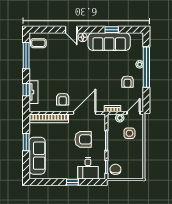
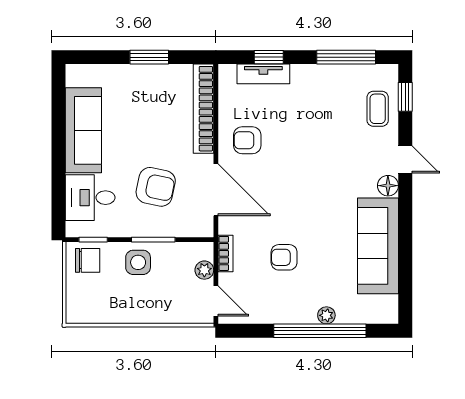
door: (71, 30) -> (405, 160), swing flipped
window: (112, 30) -> (405, 97), moved
coffee table: (38, 43) -> (378, 109), moved
armchair: (128, 82) -> (284, 257), moved
side table: (129, 133) -> (138, 262), moved
armchair: (83, 139) -> (156, 187), turned -78
sofa: (37, 156) -> (83, 130), moved, turned -90
window: (72, 182) -> (58, 162), removed

